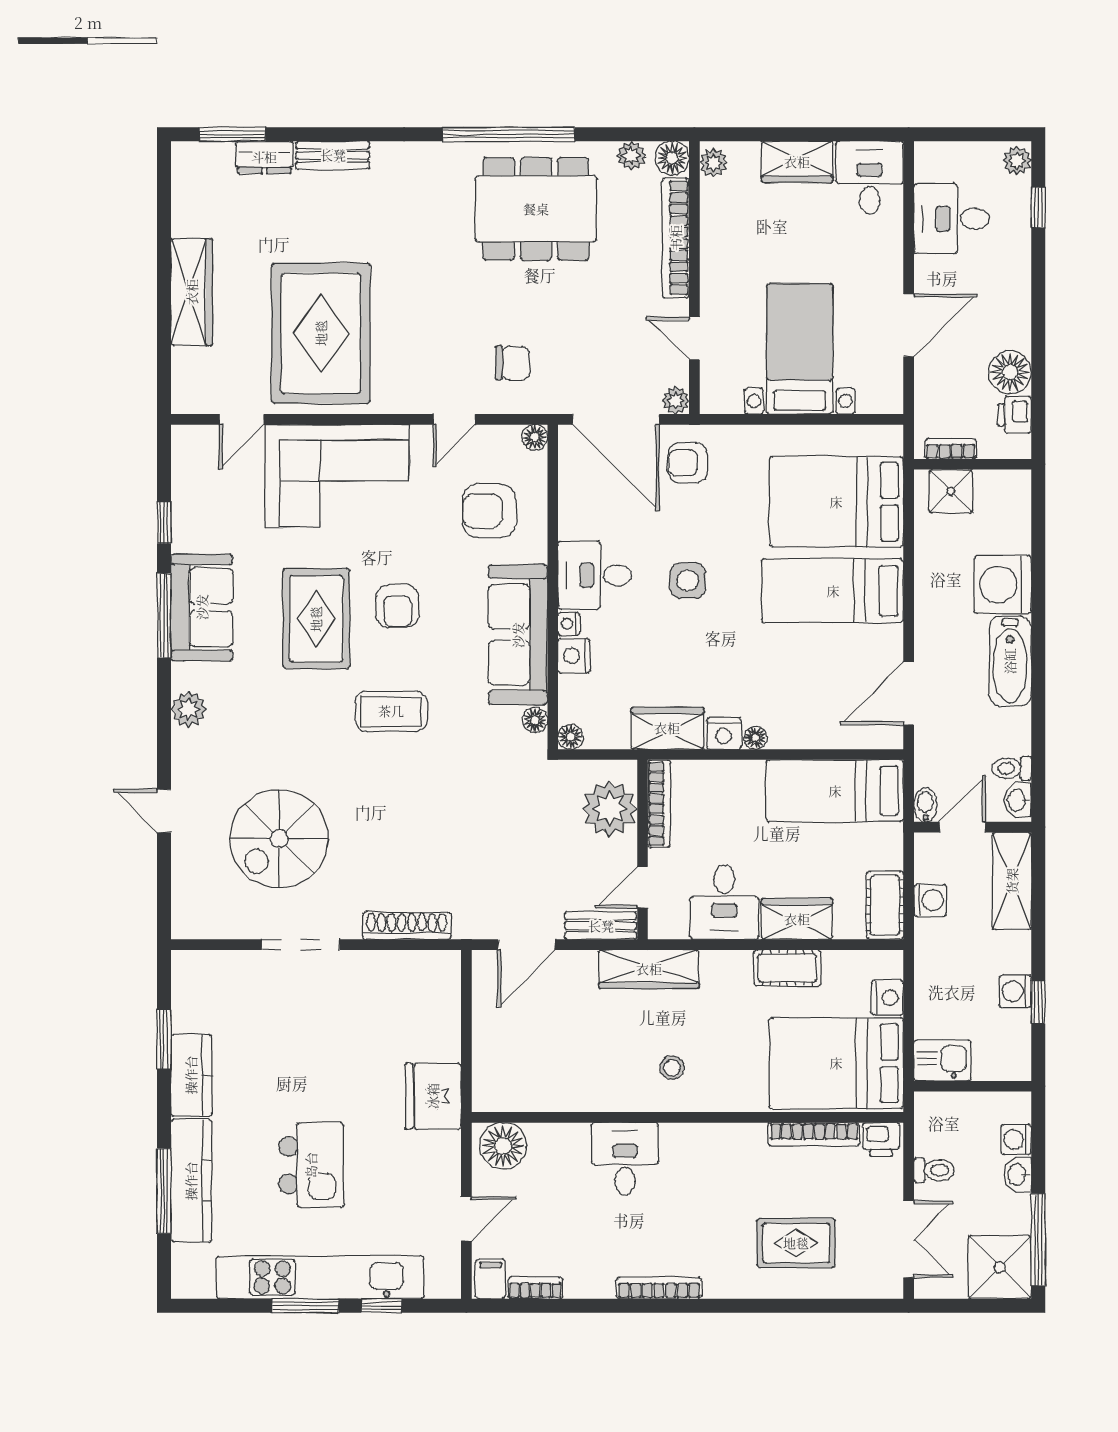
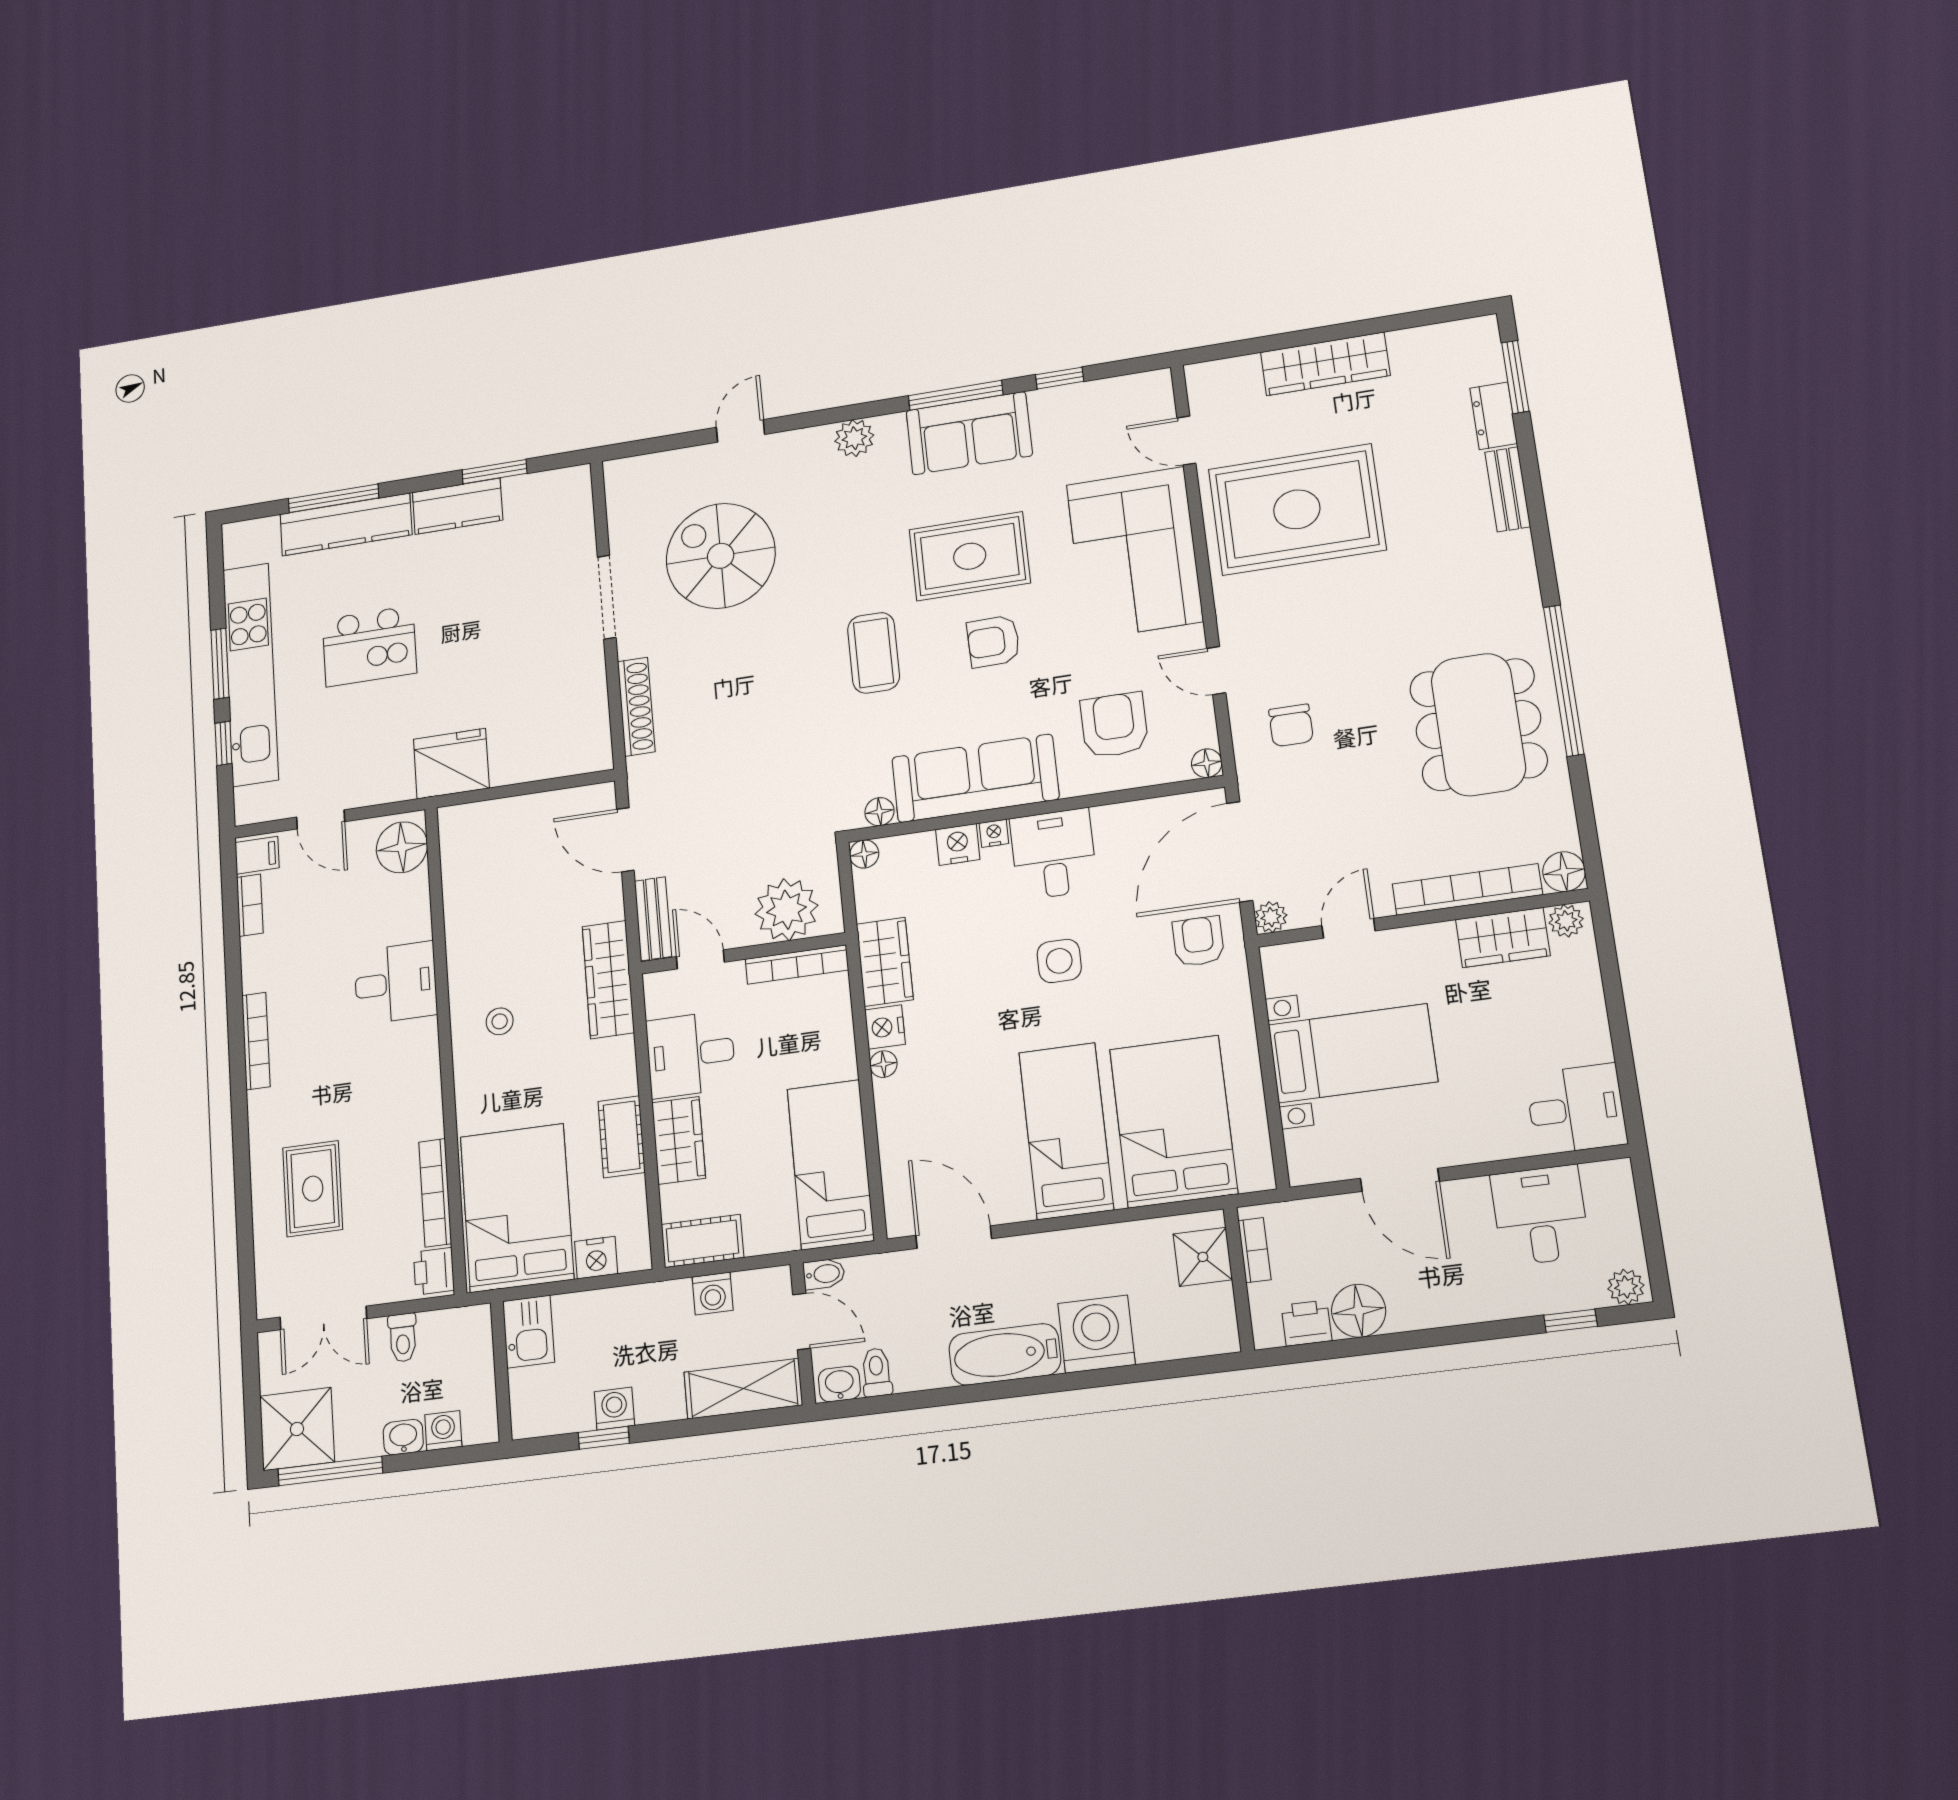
plant: (631, 156) -> (1560, 824), removed
wardrobe: (797, 162) -> (1503, 938), moved, turned -90

